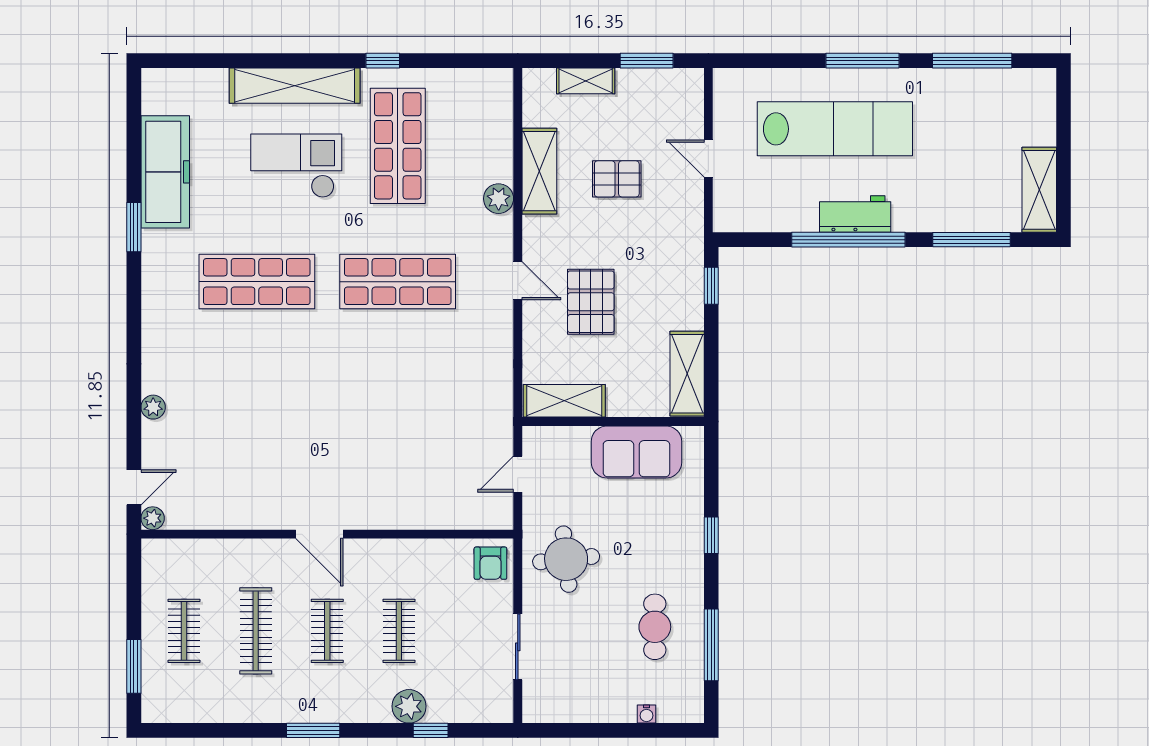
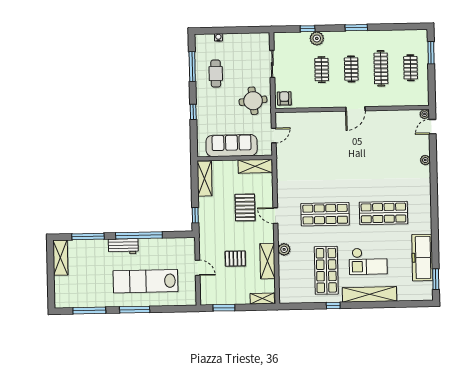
shelving: (586, 81) -> (262, 299), moved
workbench: (855, 214) -> (123, 246), moved
window: (134, 227) -> (436, 279), moved
sofa: (636, 452) -> (232, 146), width x1.36
door: (319, 534) -> (355, 109), swing flipped

